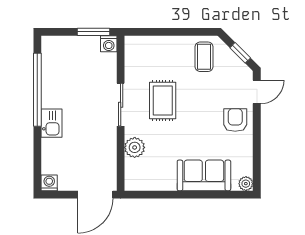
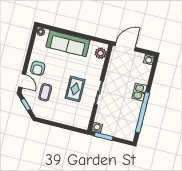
coffee table: (204, 57) -> (45, 92), moved
door: (257, 92) -> (22, 81), swing flipped
plant: (135, 147) -> (101, 53), moved
sofa: (204, 175) -> (68, 43), width x1.36

